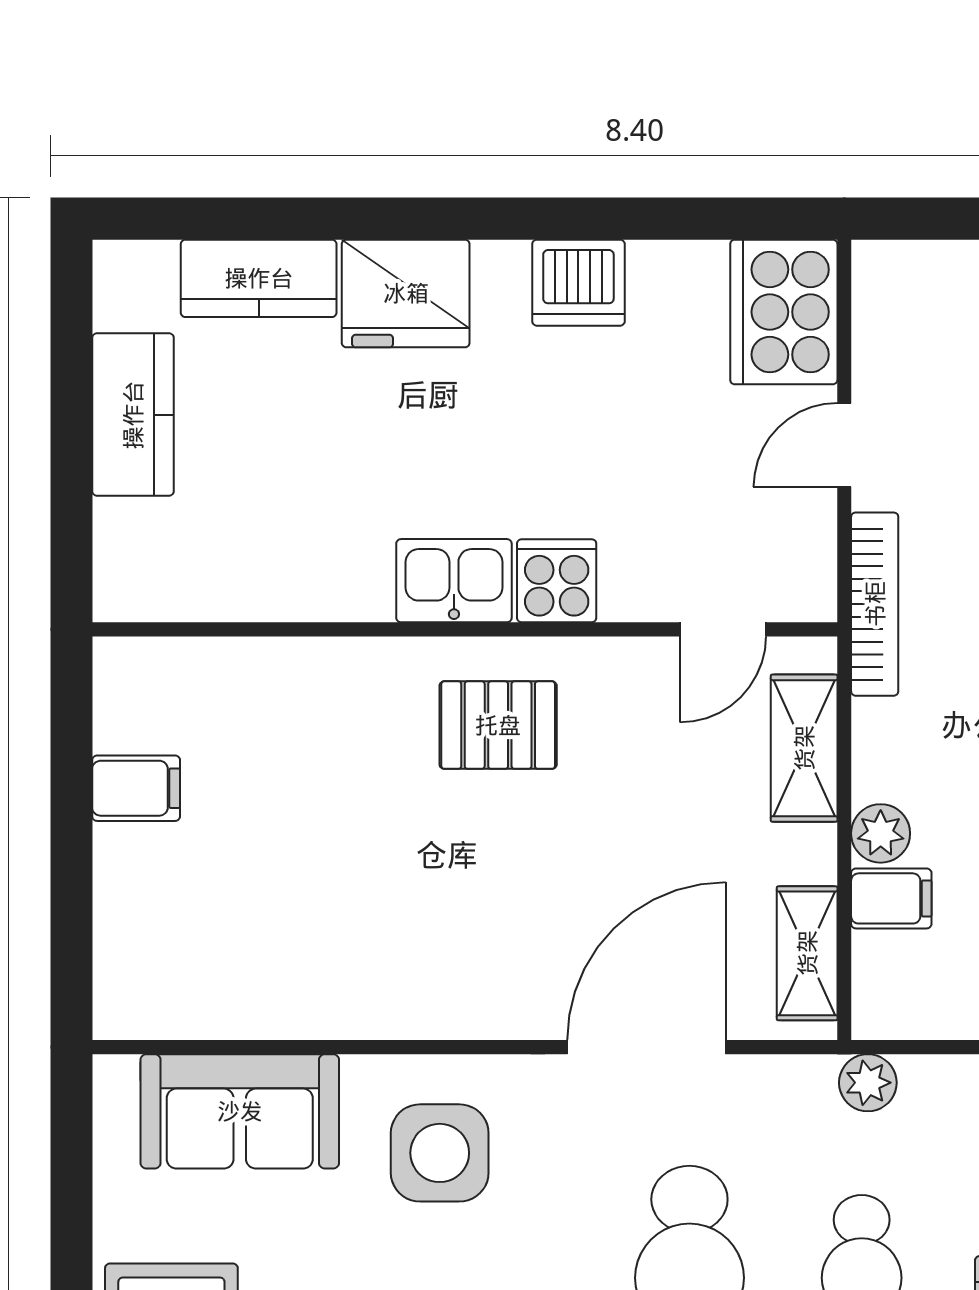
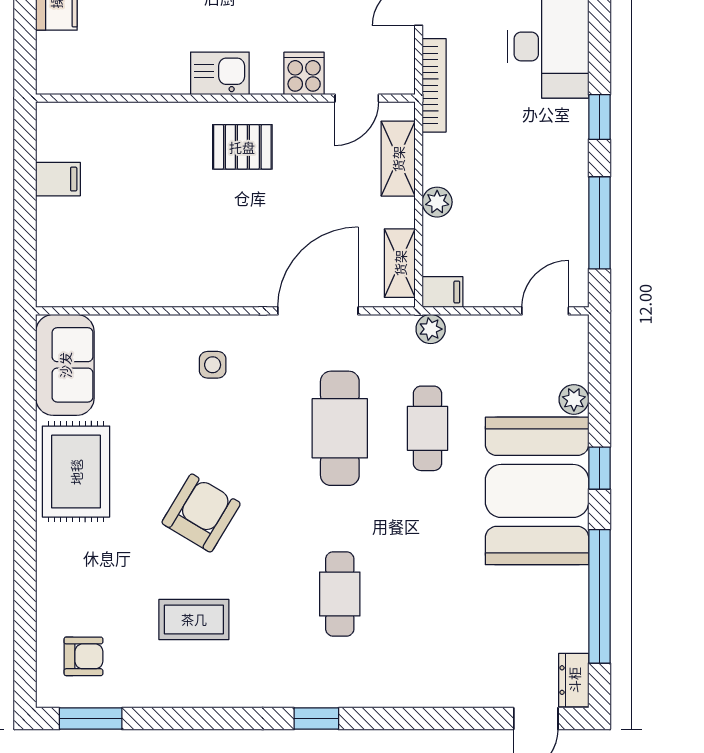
cooker: (557, 581) -> (304, 73), moved
filing cabinet: (891, 898) -> (443, 292), moved
sofa: (240, 1111) -> (65, 365), moved, turned -90
side table: (440, 1153) -> (213, 365), width x0.54, depth x0.54

